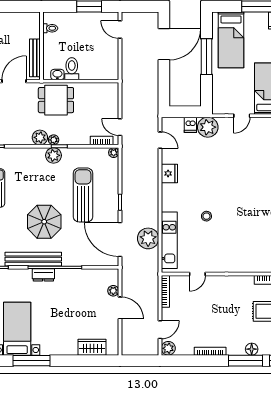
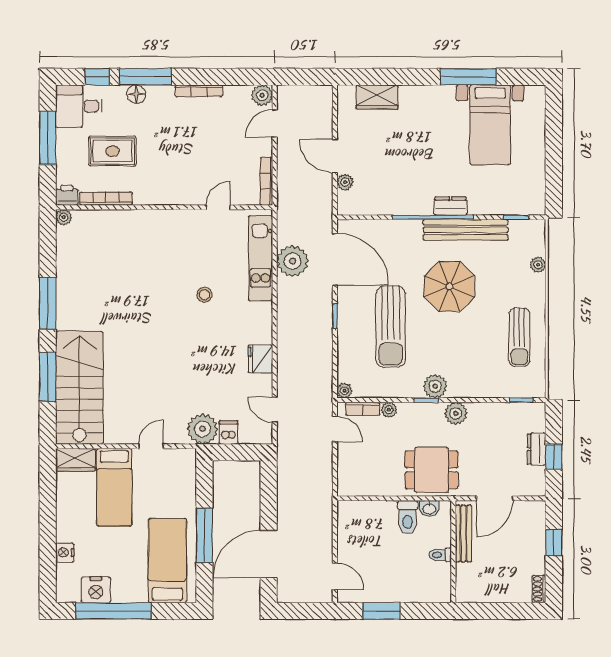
toilet: (50, 28) -> (440, 555), moved
plant: (54, 140) -> (389, 410), moved

